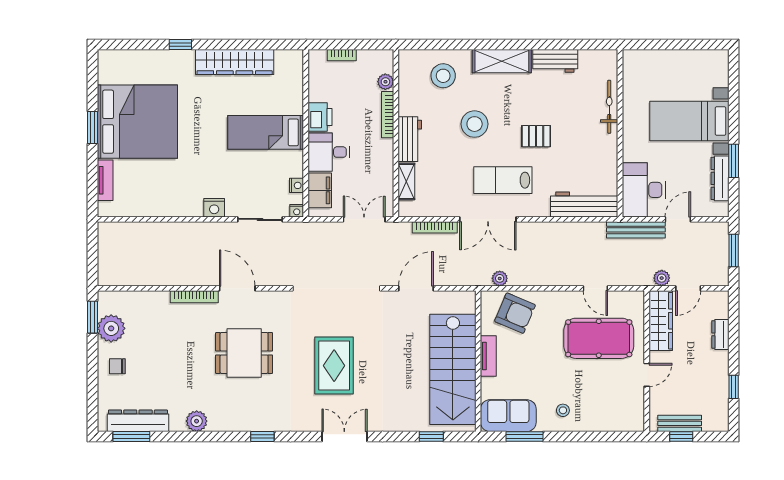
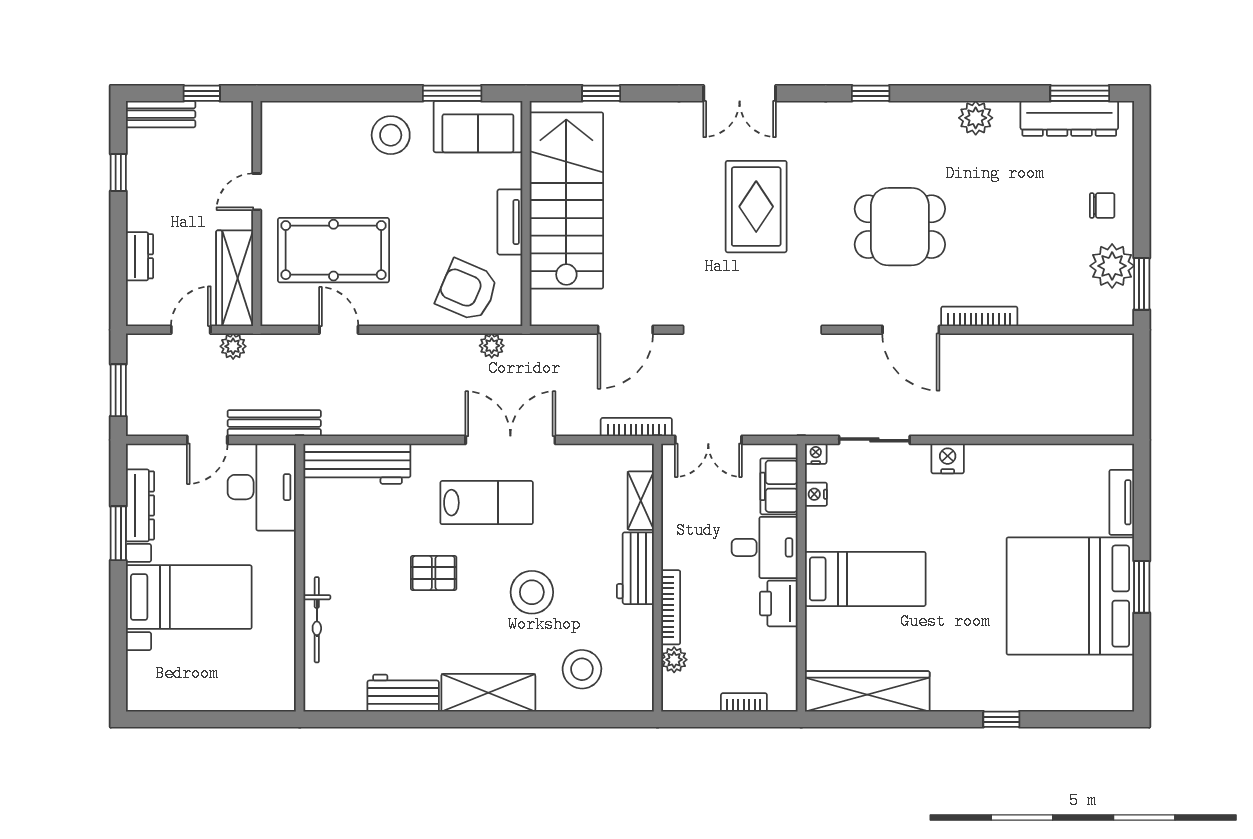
wardrobe: (235, 62) -> (867, 691), moved
bookcase: (435, 227) -> (636, 427), moved
stool: (563, 410) -> (391, 135), width x1.89, depth x1.89
bench: (680, 423) -> (161, 114), moved

